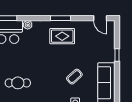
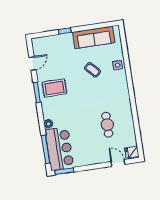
door: (100, 18) -> (33, 63), moved
rug: (62, 36) -> (54, 88), turned 90

